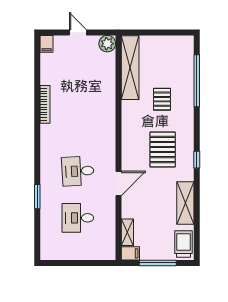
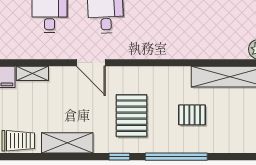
window: (197, 81) -> (176, 157), moved
pallet: (163, 150) -> (132, 116), turned 90

